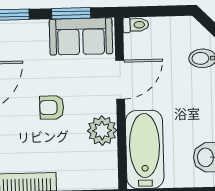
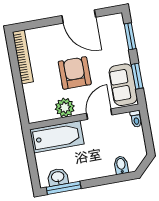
door: (120, 80) -> (99, 114), swing flipped
armchair: (52, 107) -> (75, 73), width x1.88, depth x1.88

